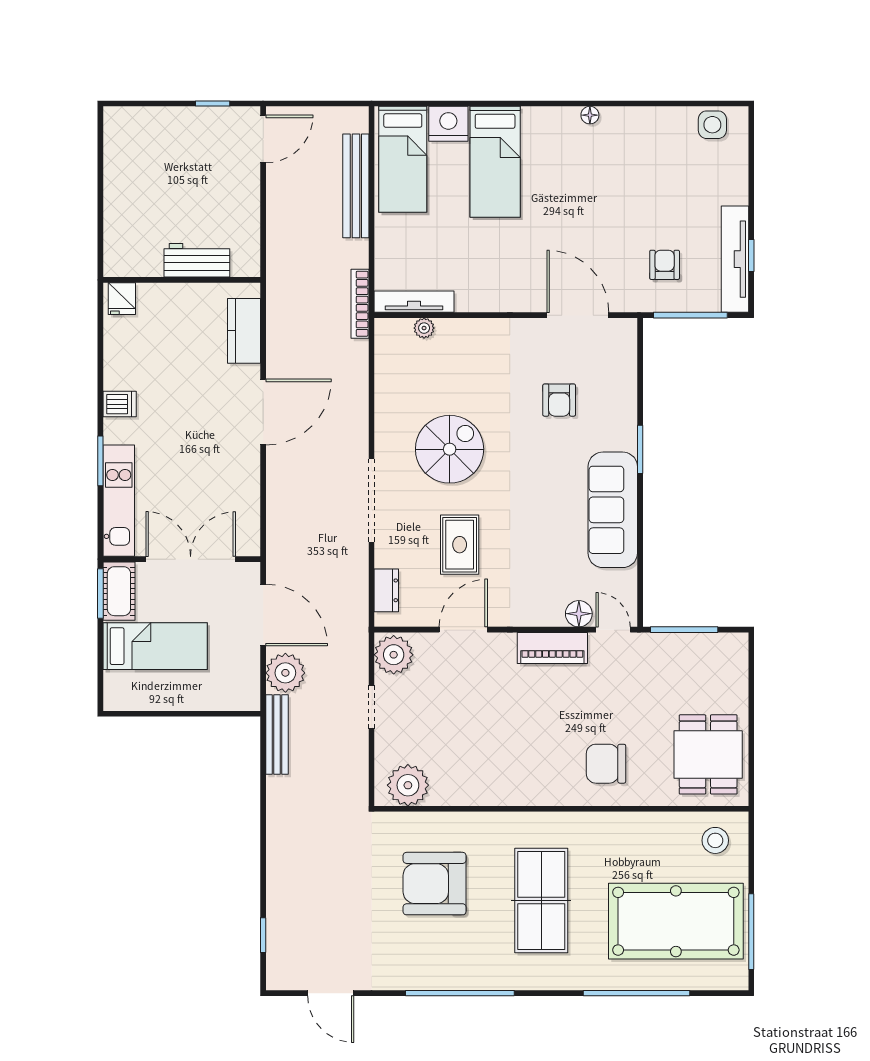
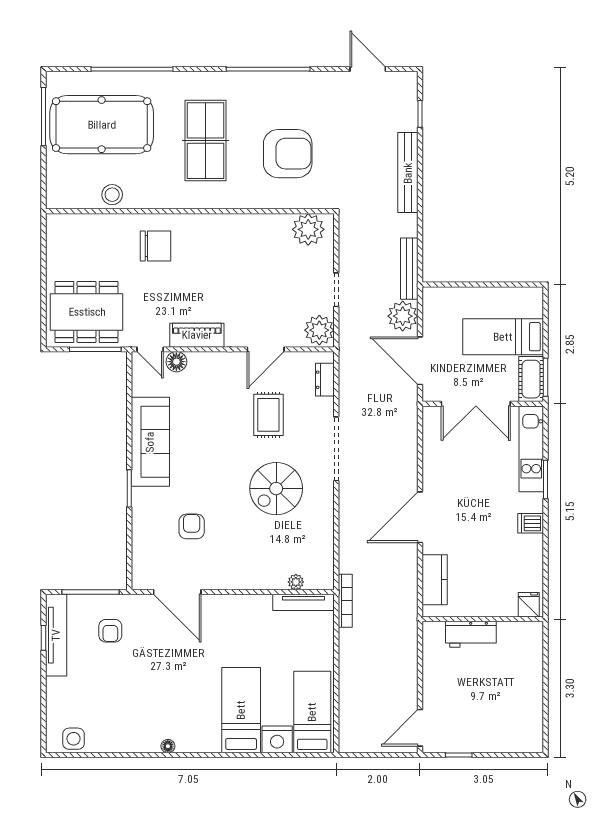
bench: (356, 186) -> (408, 173), moved
dining table: (708, 754) -> (87, 312), moved, width x1.38
stool: (715, 840) -> (112, 195), moved

